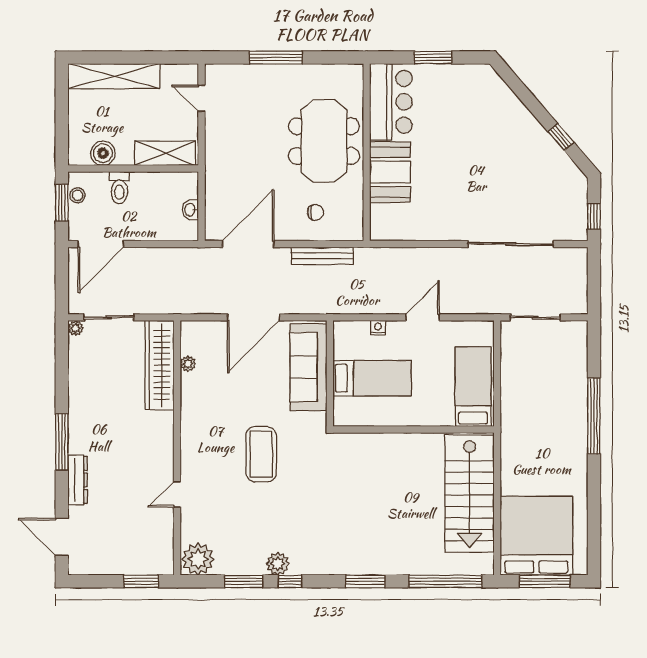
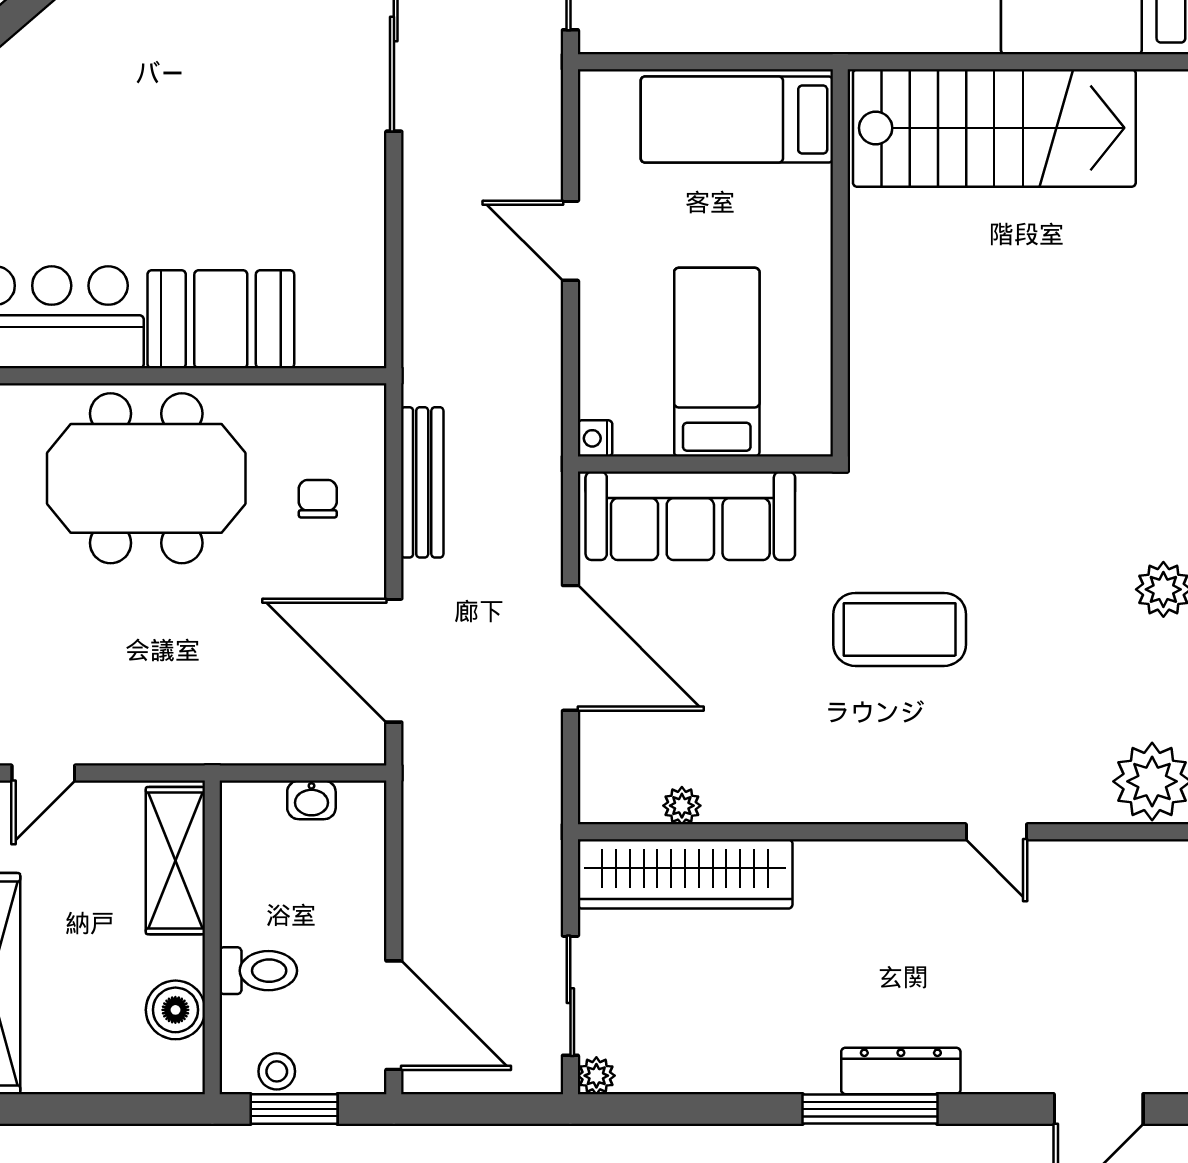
nightstand: (378, 328) -> (595, 438), moved
dresser: (78, 480) -> (901, 1071), moved

